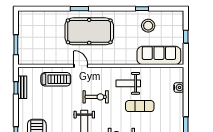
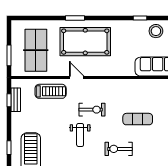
stool: (148, 26) -> (156, 31), moved
table tennis table: (42, 40) -> (36, 50), added
weight bench: (128, 83) -> (126, 96), removed

